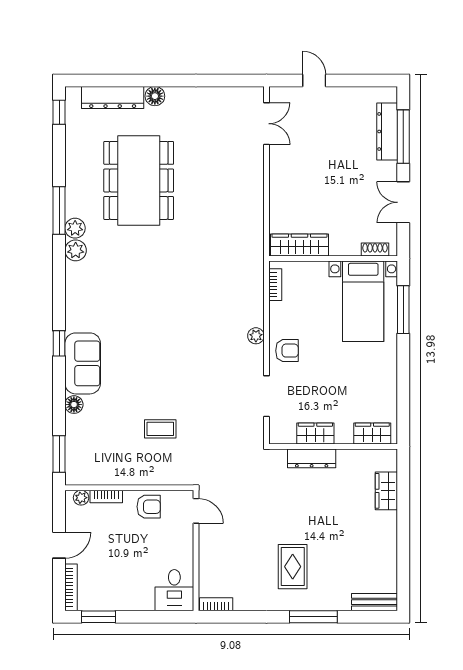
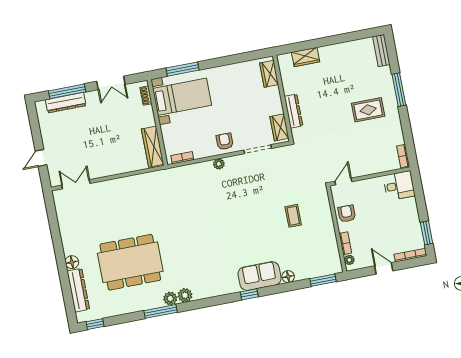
wardrobe: (315, 434) -> (279, 127), moved

